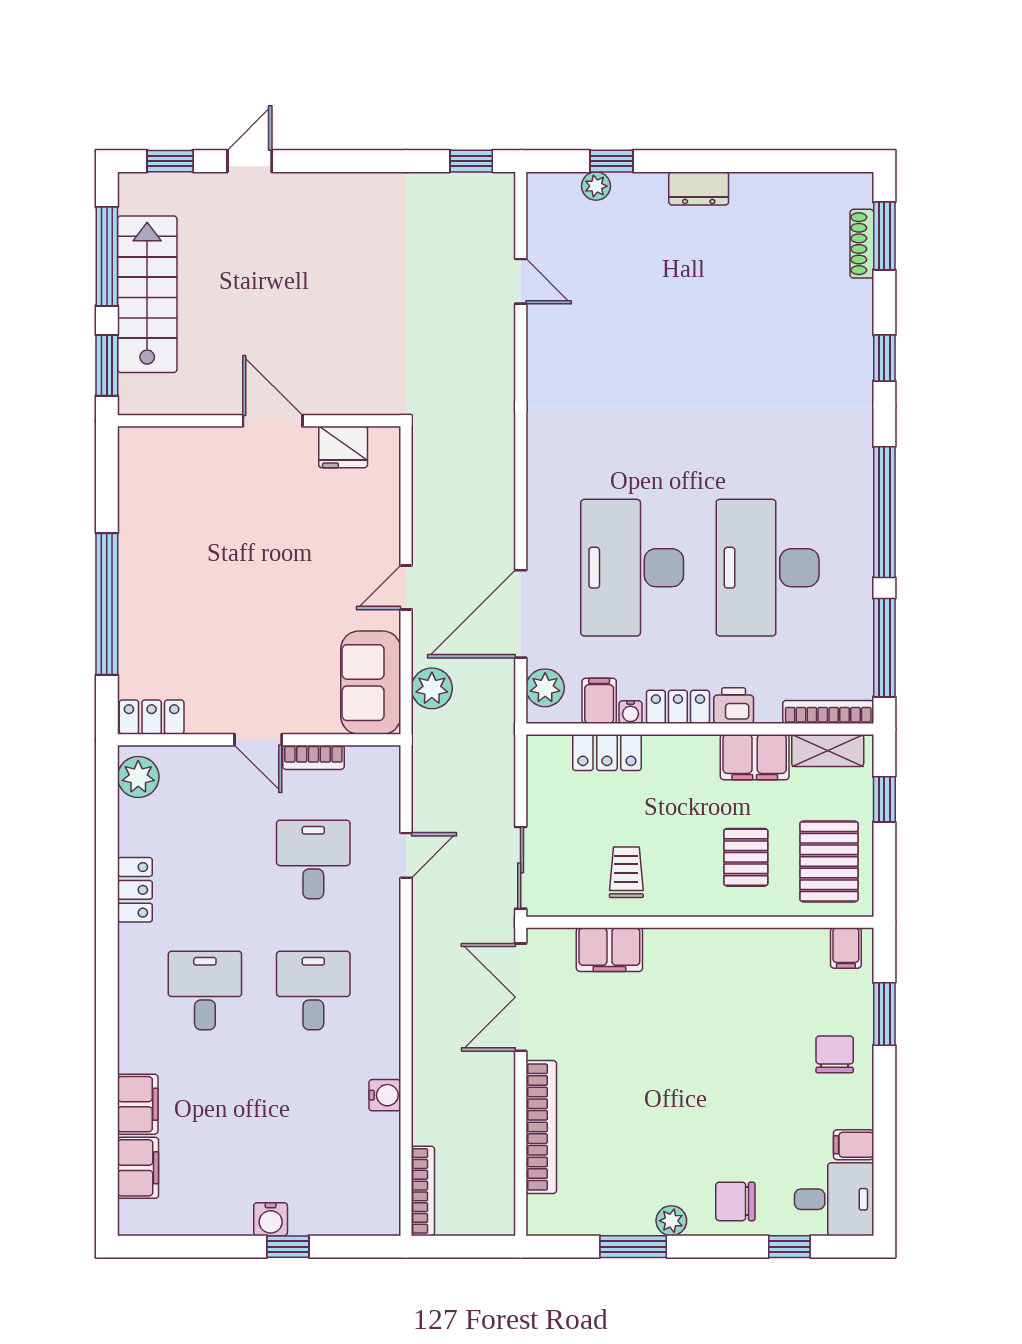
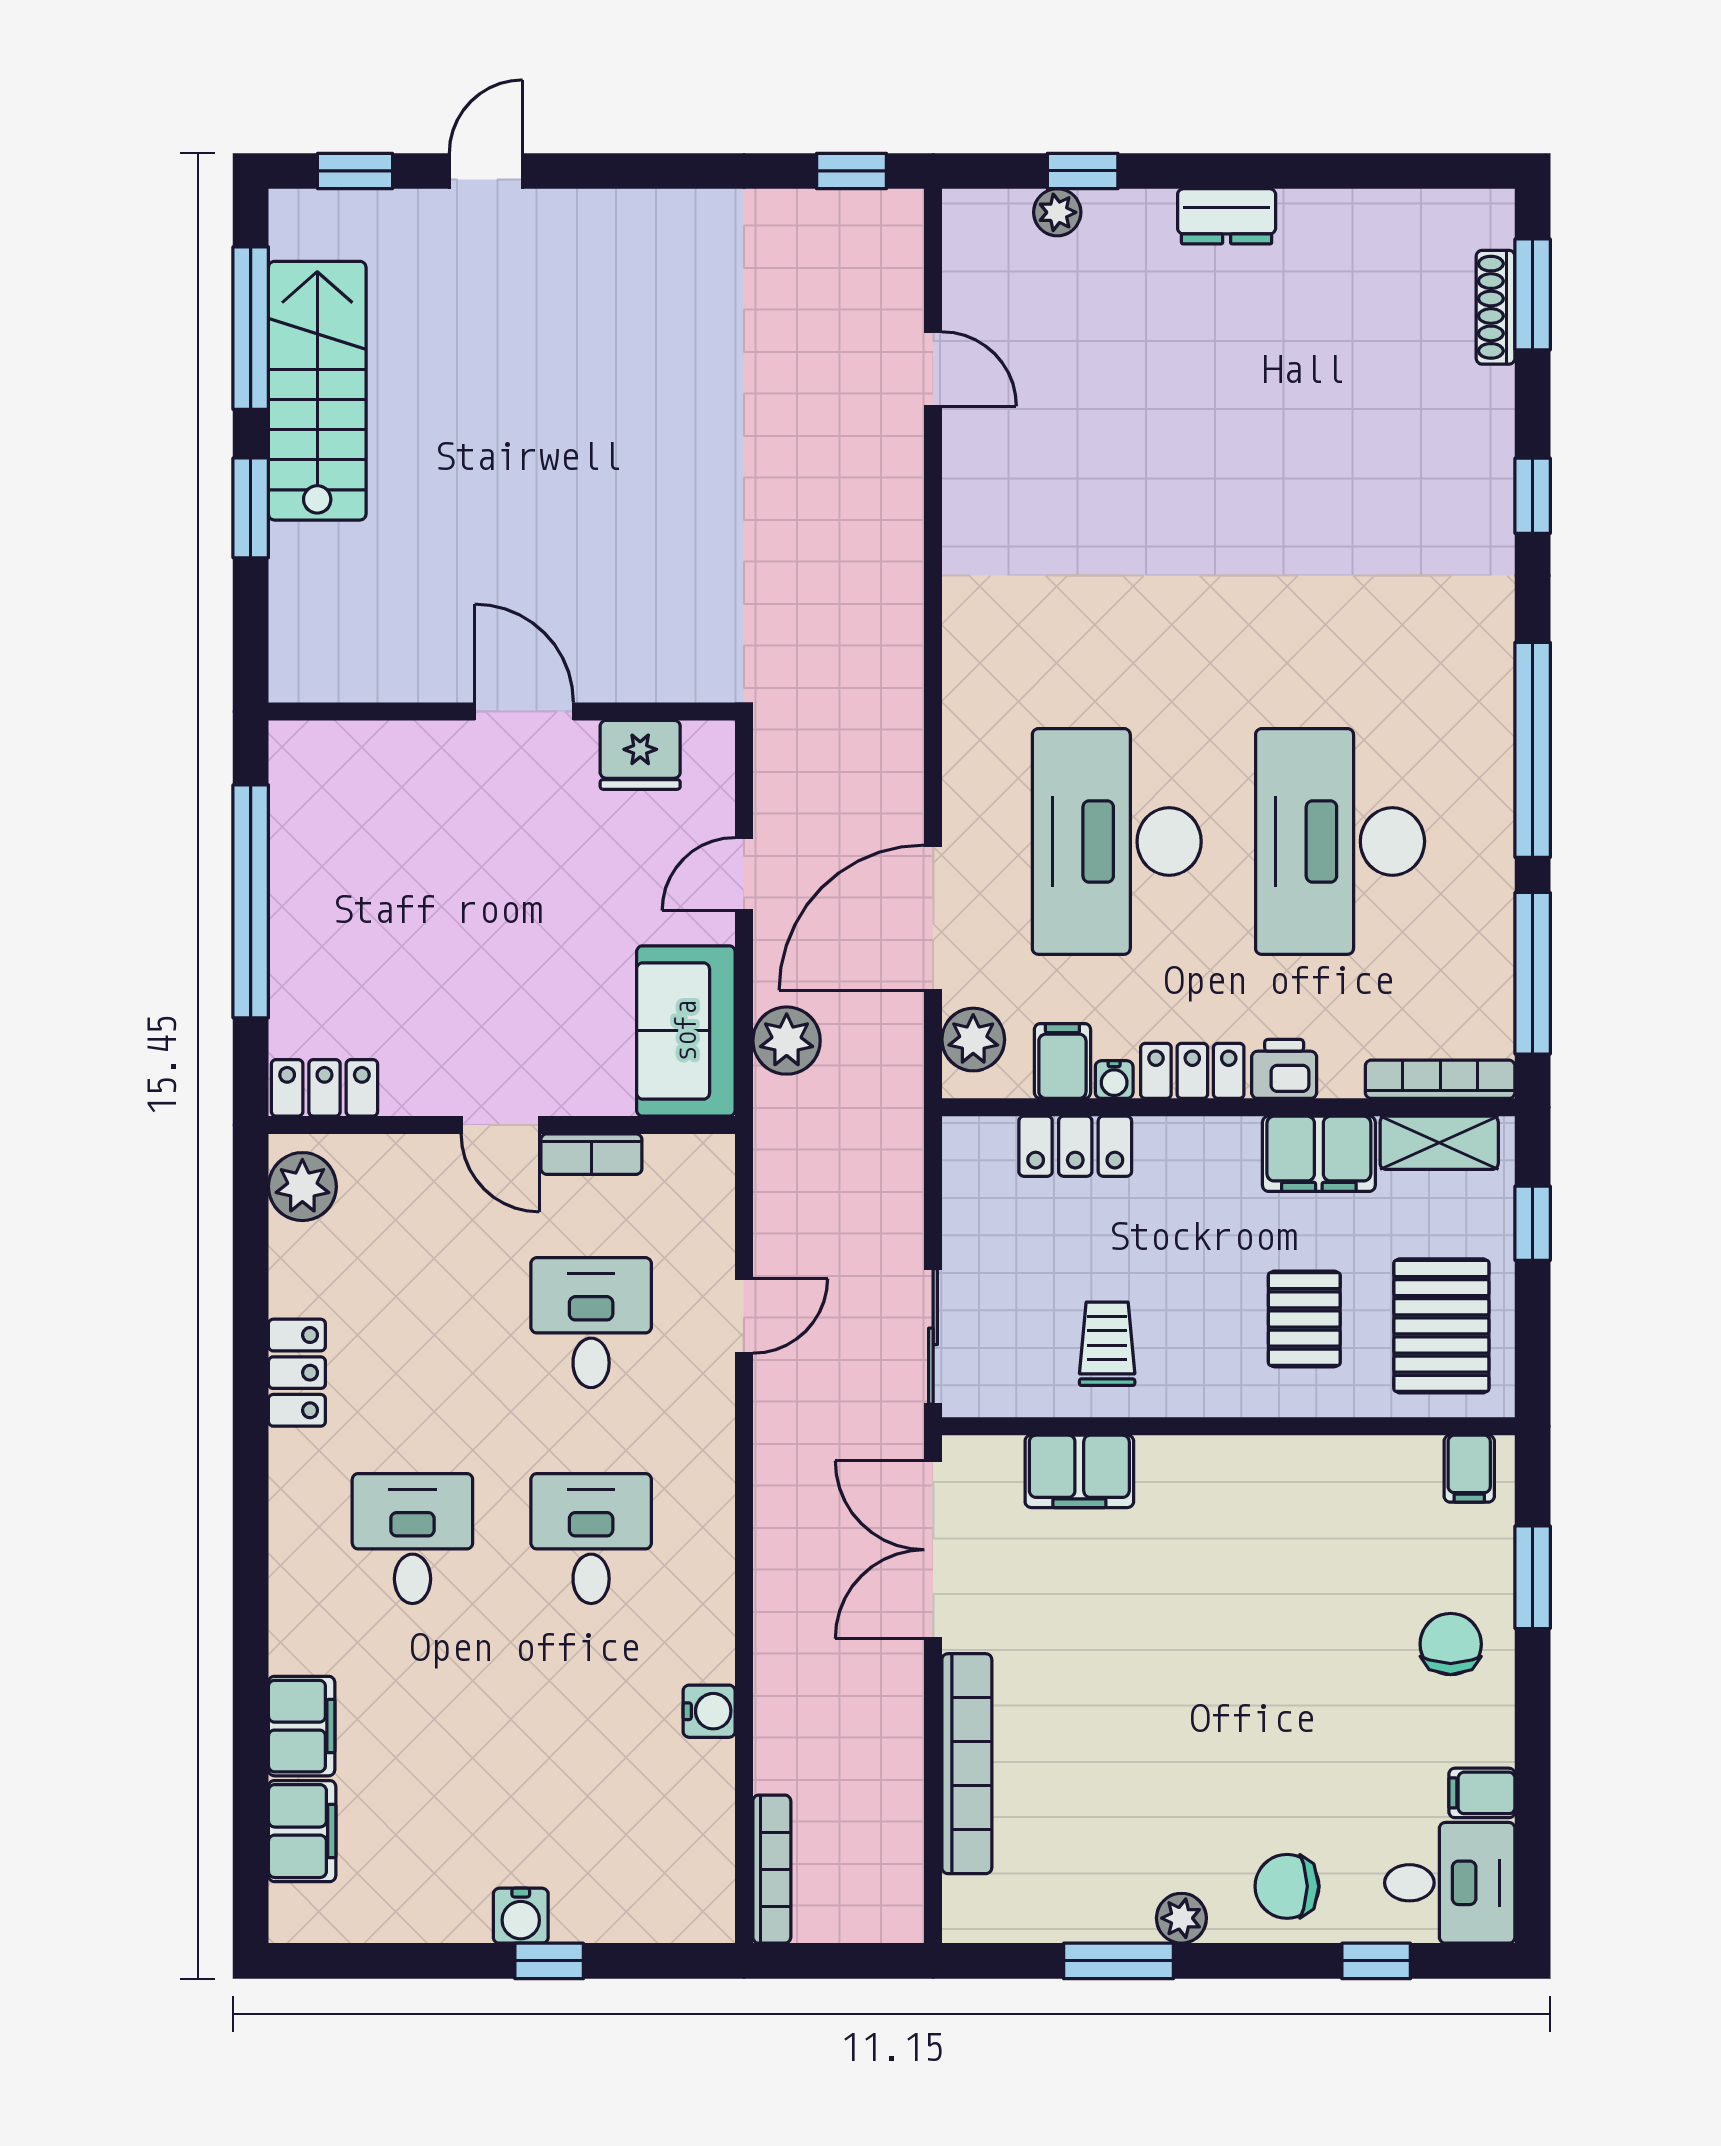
wall: (259, 421) -> (502, 712), moved
door: (273, 421) -> (524, 712), moved
fridge: (343, 447) -> (640, 755), moved

